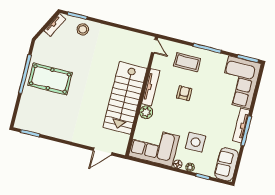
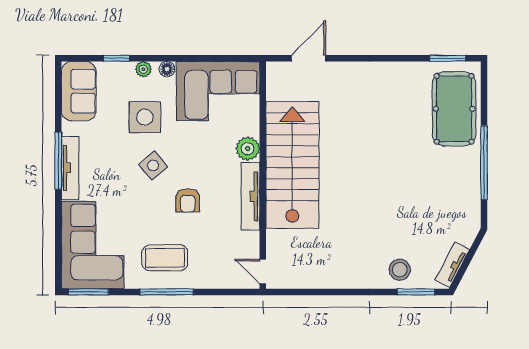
coffee table: (187, 62) -> (165, 258), moved
pool table: (50, 79) -> (454, 109), moved, turned 90
side table: (198, 116) -> (153, 165), added

